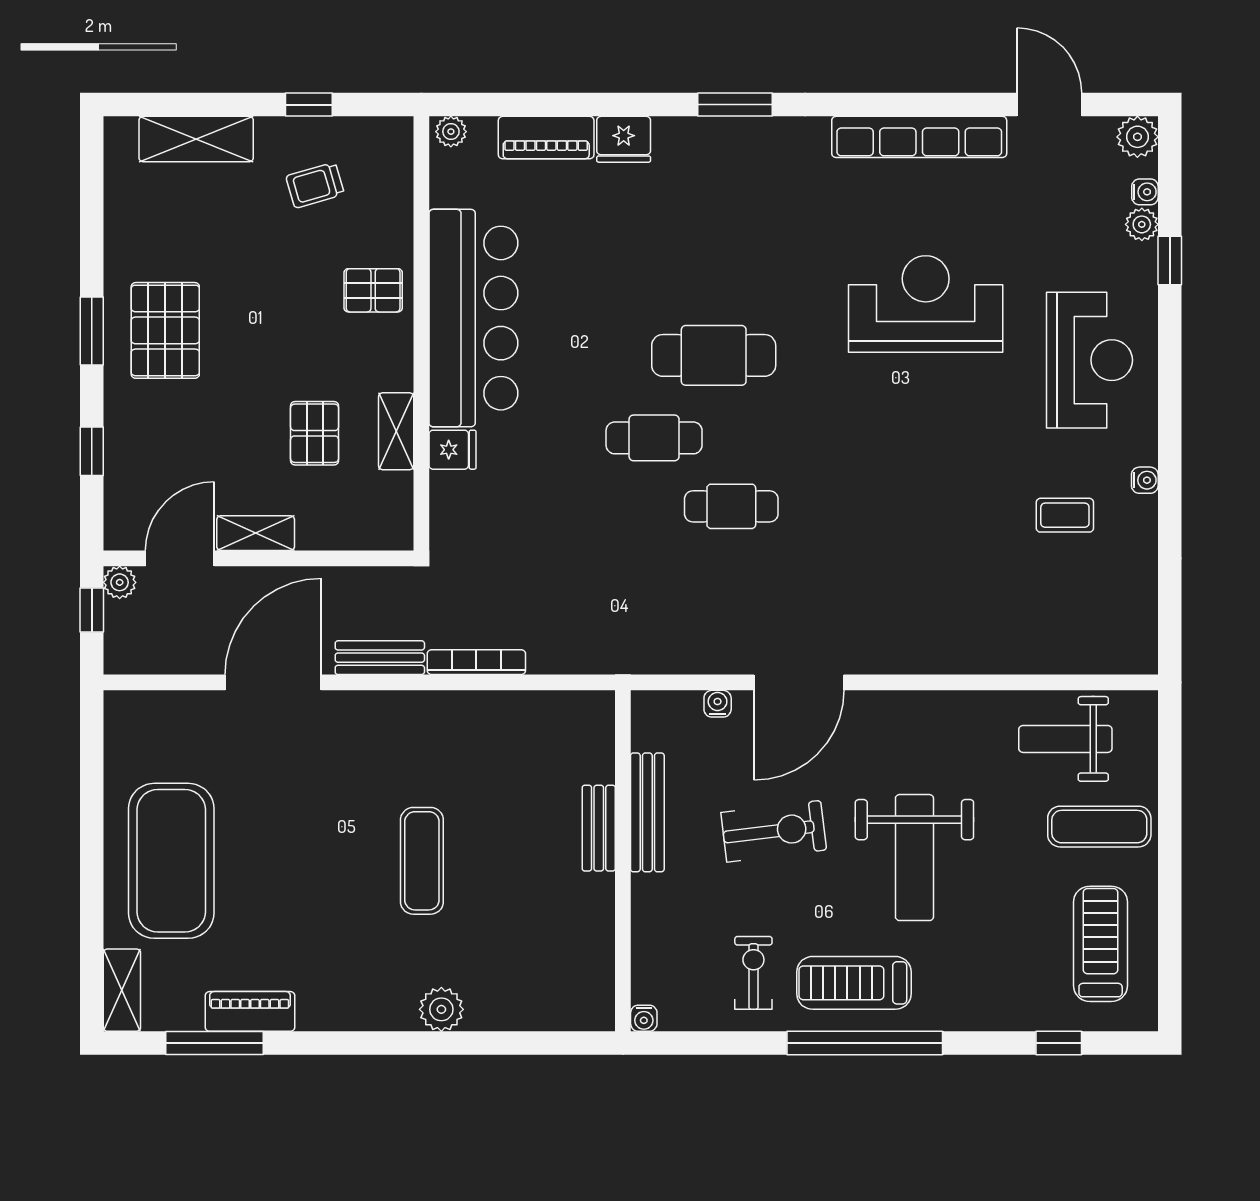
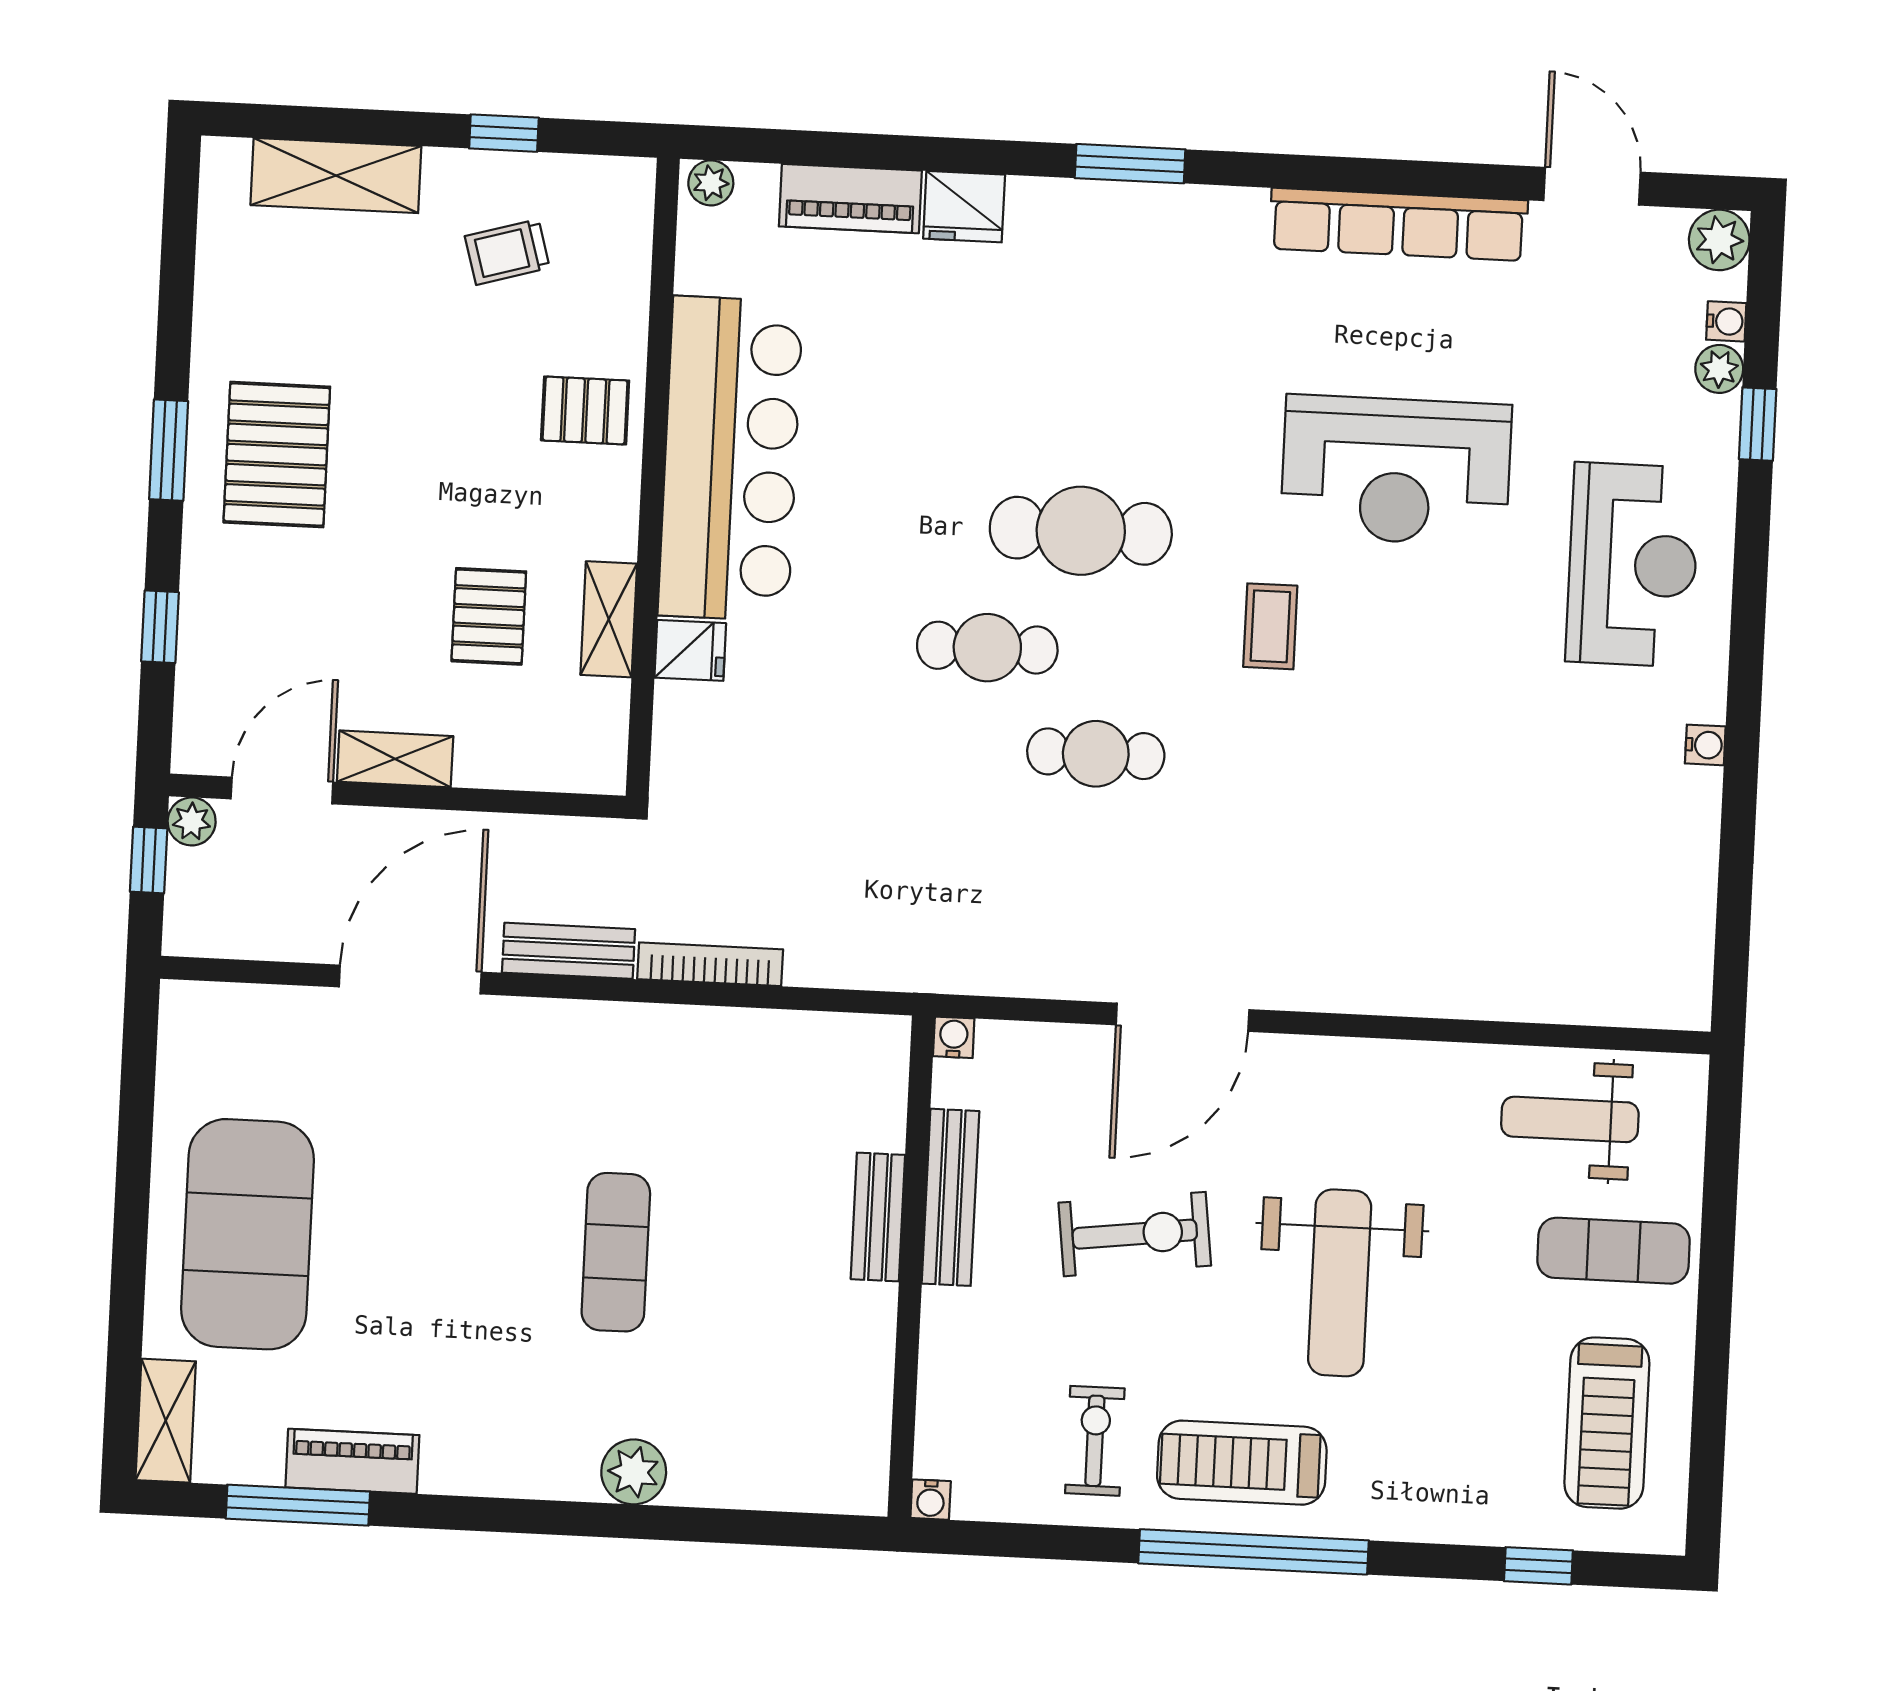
reception desk: (926, 304) -> (1396, 470), turned 180
coffee table: (1065, 515) -> (1270, 626), moved, turned 90
water cooler: (718, 704) -> (954, 1037), moved
treadmill: (1101, 944) -> (1607, 1423), turned 180

